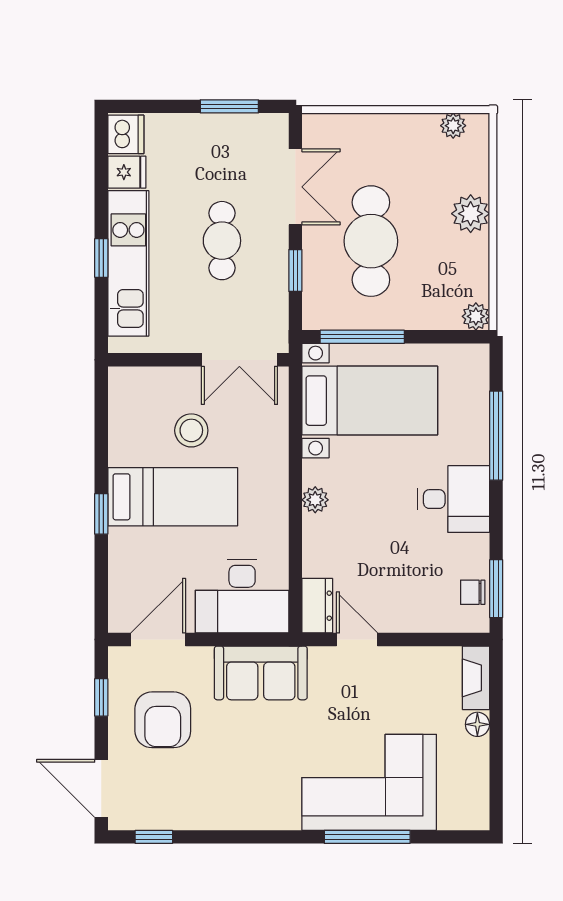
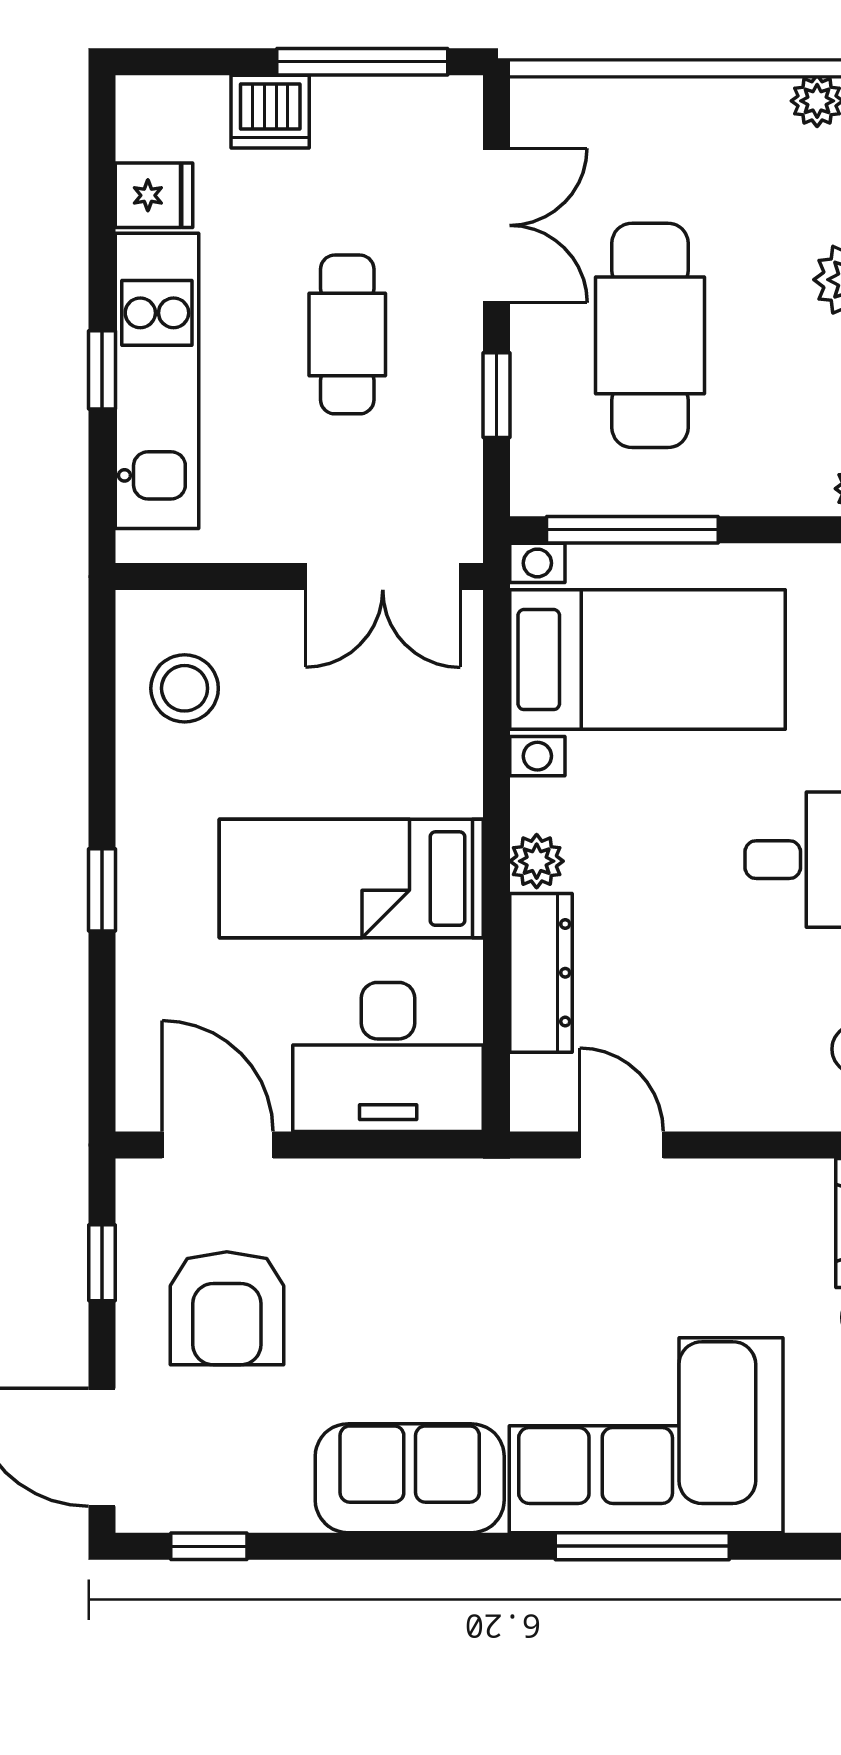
window: (229, 106) -> (362, 62), width x1.44
dishwasher: (126, 134) -> (270, 112), moved, turned 90
stool: (191, 430) -> (185, 688), moved
bed: (173, 497) -> (351, 879), moved, turned 180
dresser: (317, 606) -> (541, 973), moved, width x1.44
door: (158, 639) -> (218, 1145), hinge flipped
sofa: (261, 673) -> (410, 1478), moved, turned 180

